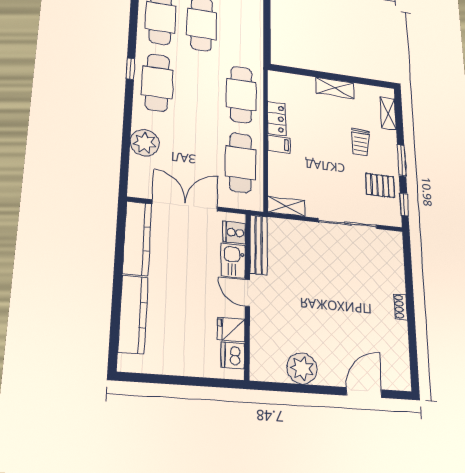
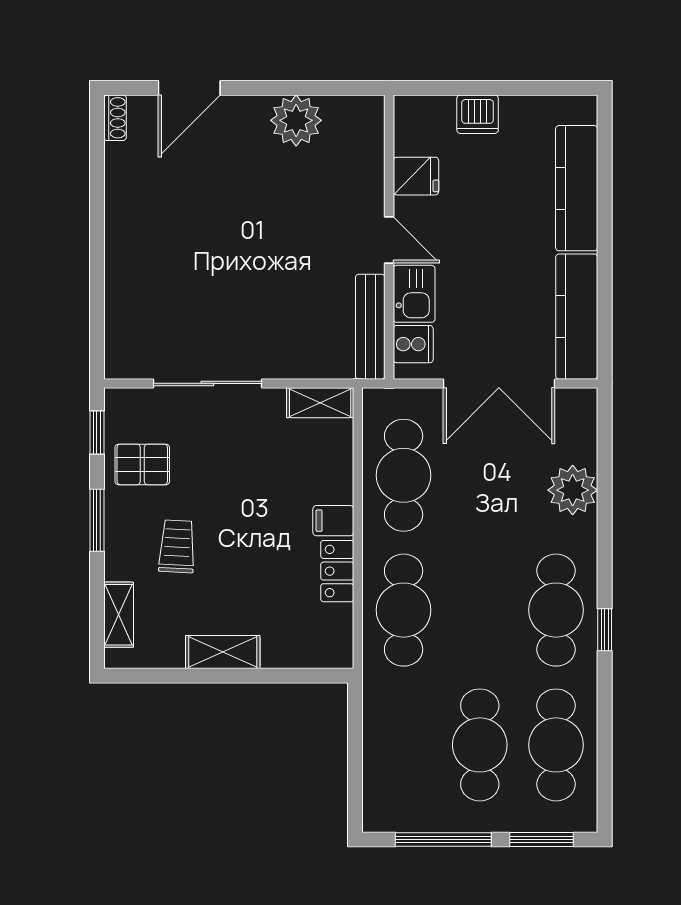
shoe rack: (401, 307) -> (115, 118), moved
dishwasher: (233, 355) -> (478, 114), moved, turned 90

